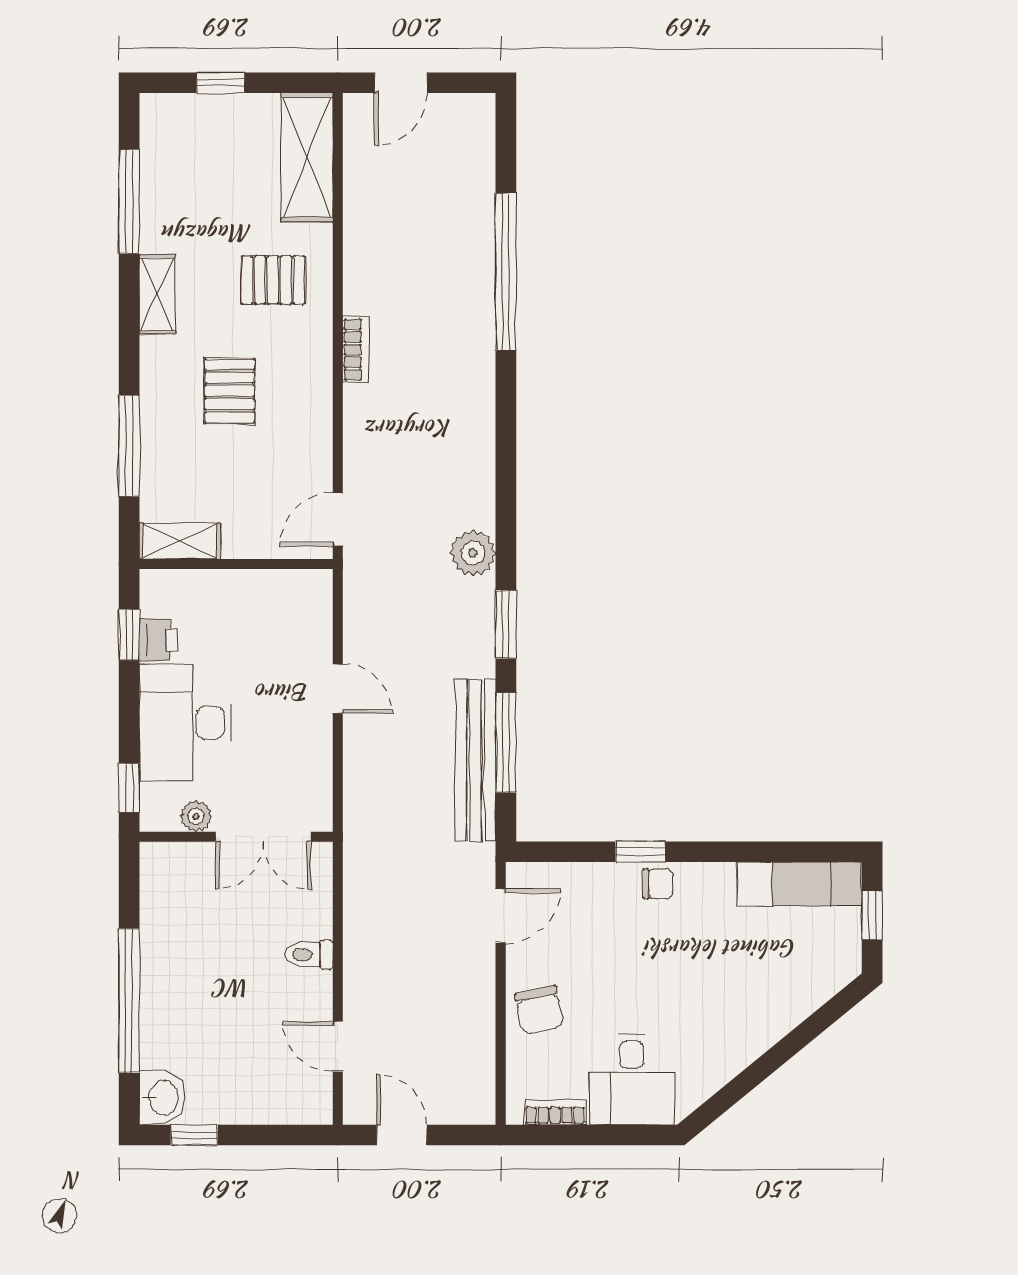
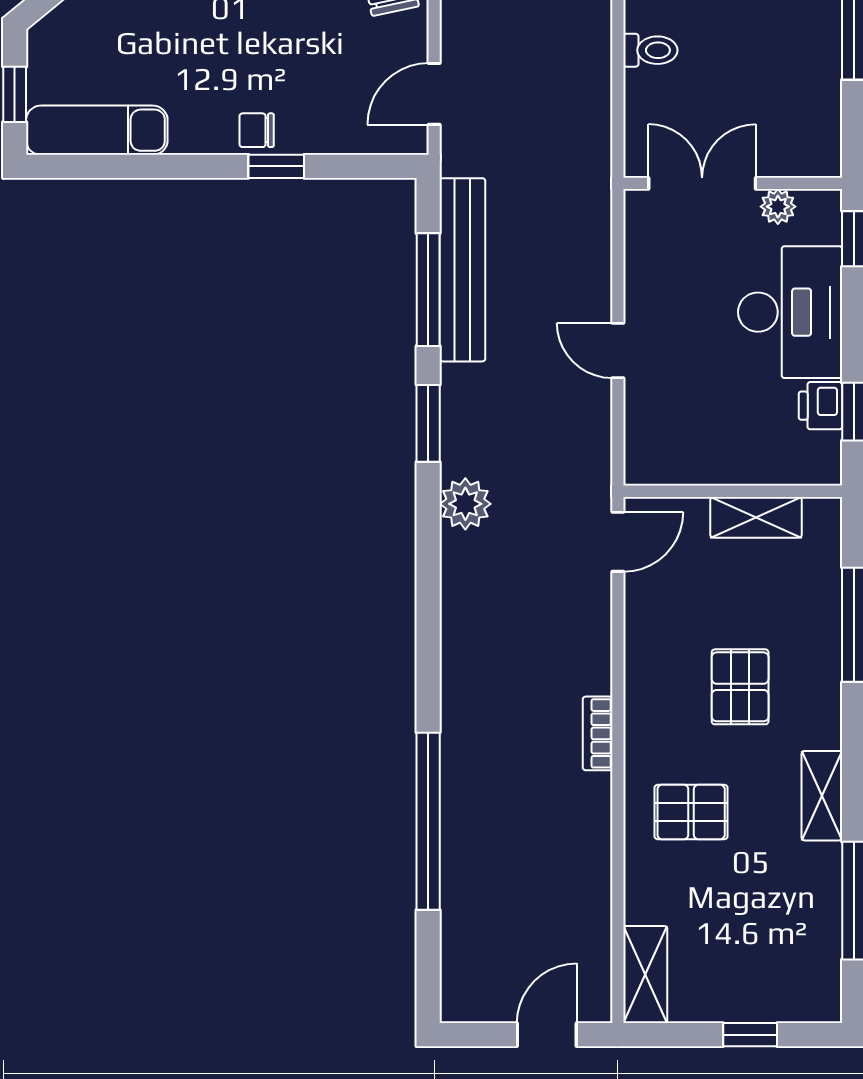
shelving: (307, 158) -> (645, 975), width x0.67, depth x0.75
shelving: (180, 541) -> (756, 517), moved

